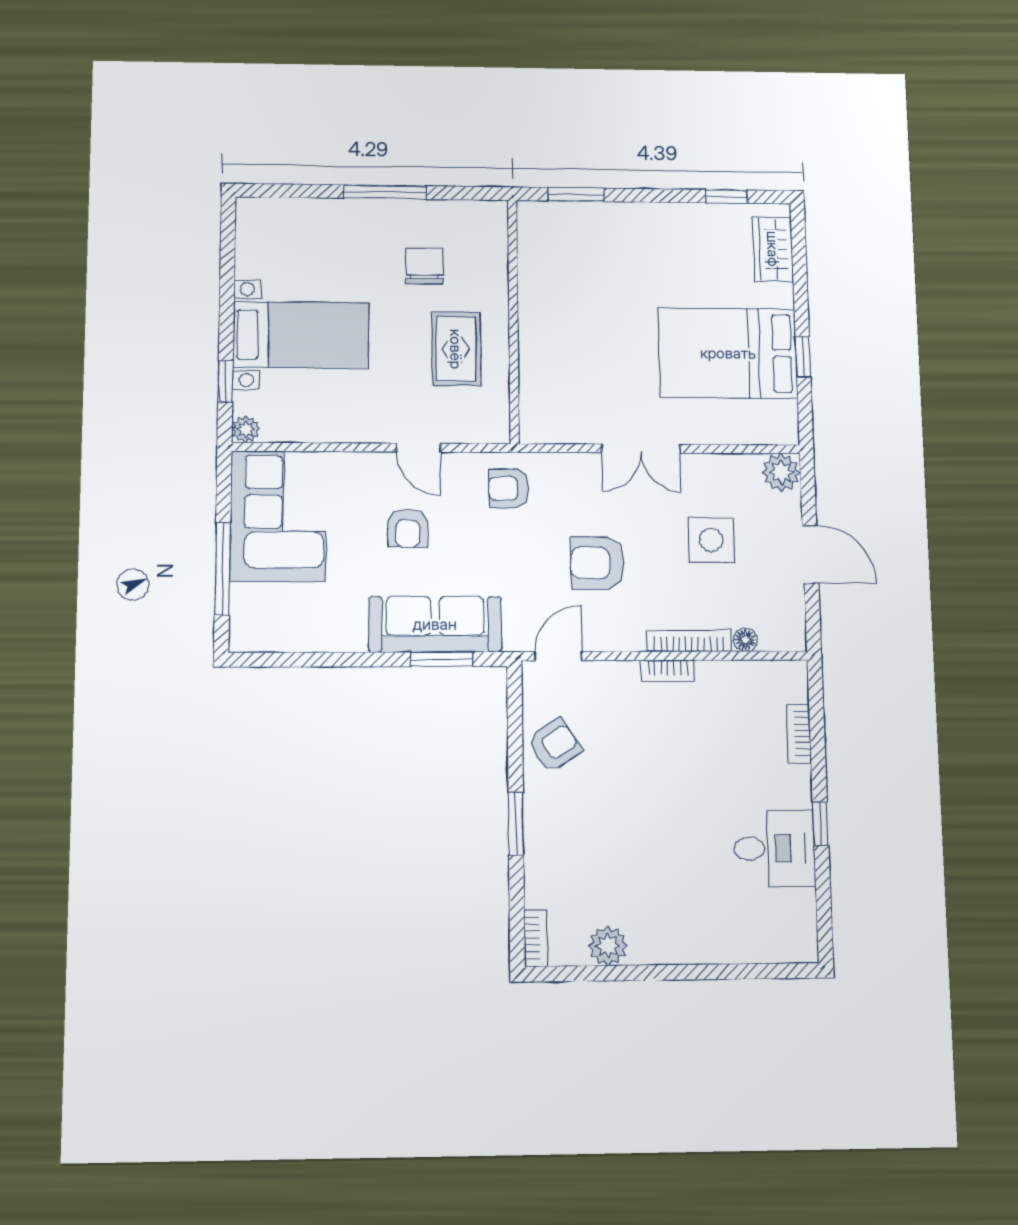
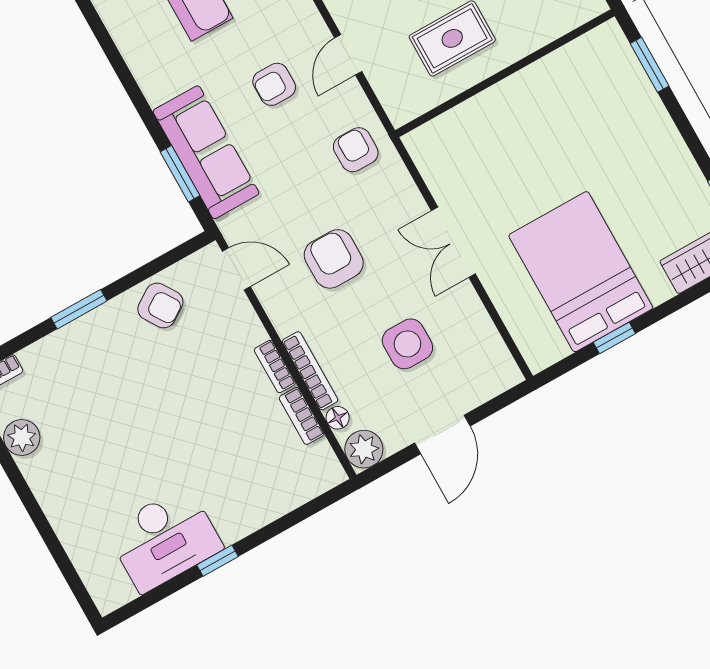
plant: (781, 472) -> (364, 449), moved
bookcase: (799, 734) -> (302, 416), moved, turned -90
desk: (774, 848) -> (164, 539), width x1.37

